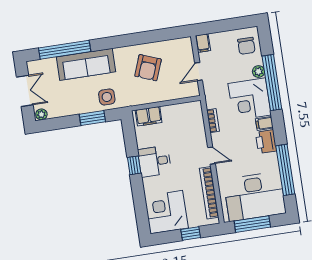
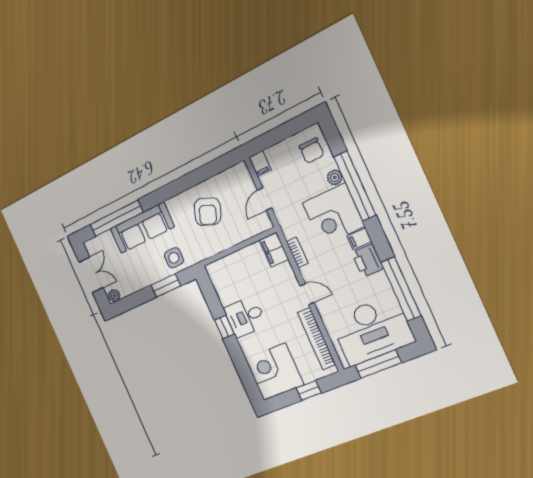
filing cabinet: (149, 116) -> (274, 250), moved, turned 90

